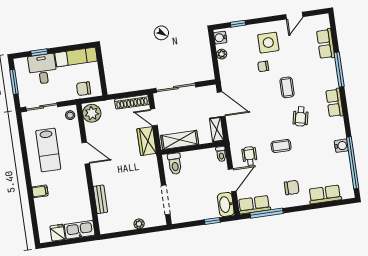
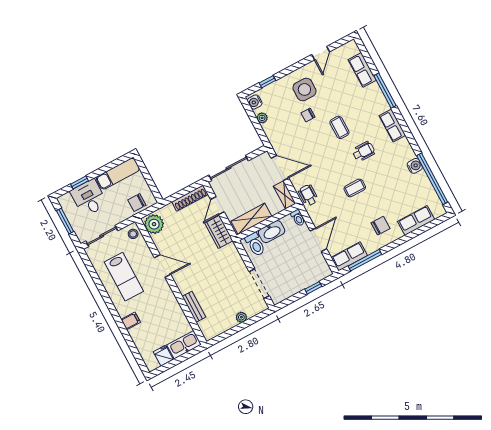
wheelchair: (301, 116) -> (364, 151), turned -102
door: (154, 117) -> (217, 206), hinge flipped
wheelchair: (250, 156) -> (308, 195), moved
washbasin: (226, 204) -> (272, 232), moved, turned -90

